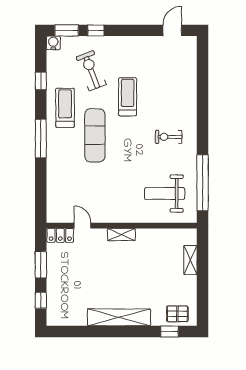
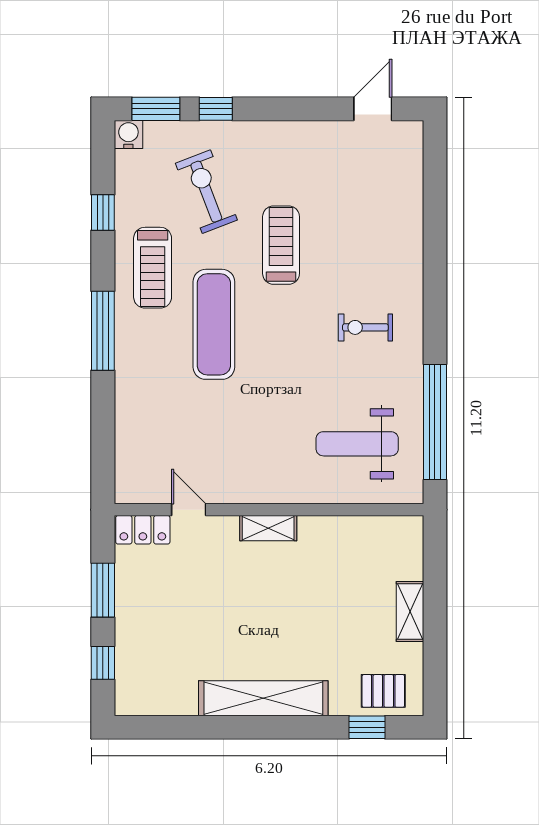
treadmill: (65, 108) -> (153, 268), turned 180
shelving: (190, 260) -> (410, 611), moved

